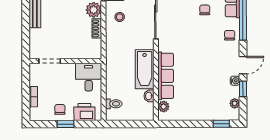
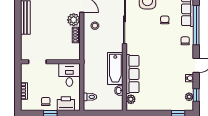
window: (243, 89) -> (196, 95), moved

